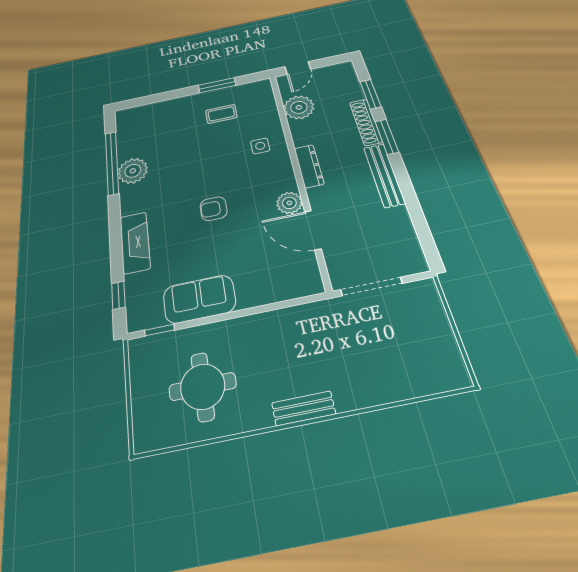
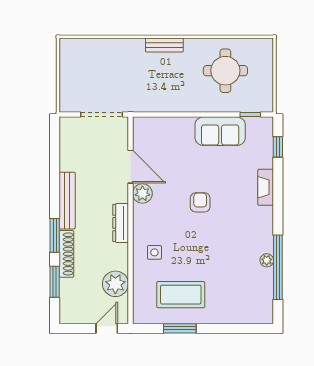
coffee table: (221, 114) -> (181, 295), width x1.86, depth x1.72
plant: (133, 171) -> (267, 260), width x0.53, depth x0.53
armchair: (214, 209) -> (200, 202), turned -90
fireplace: (135, 242) -> (266, 187), width x0.73, depth x0.76

